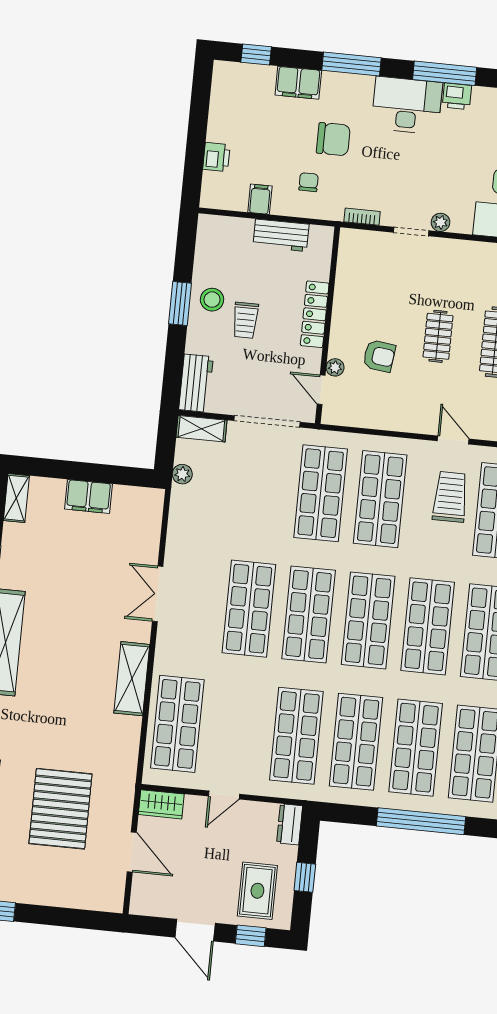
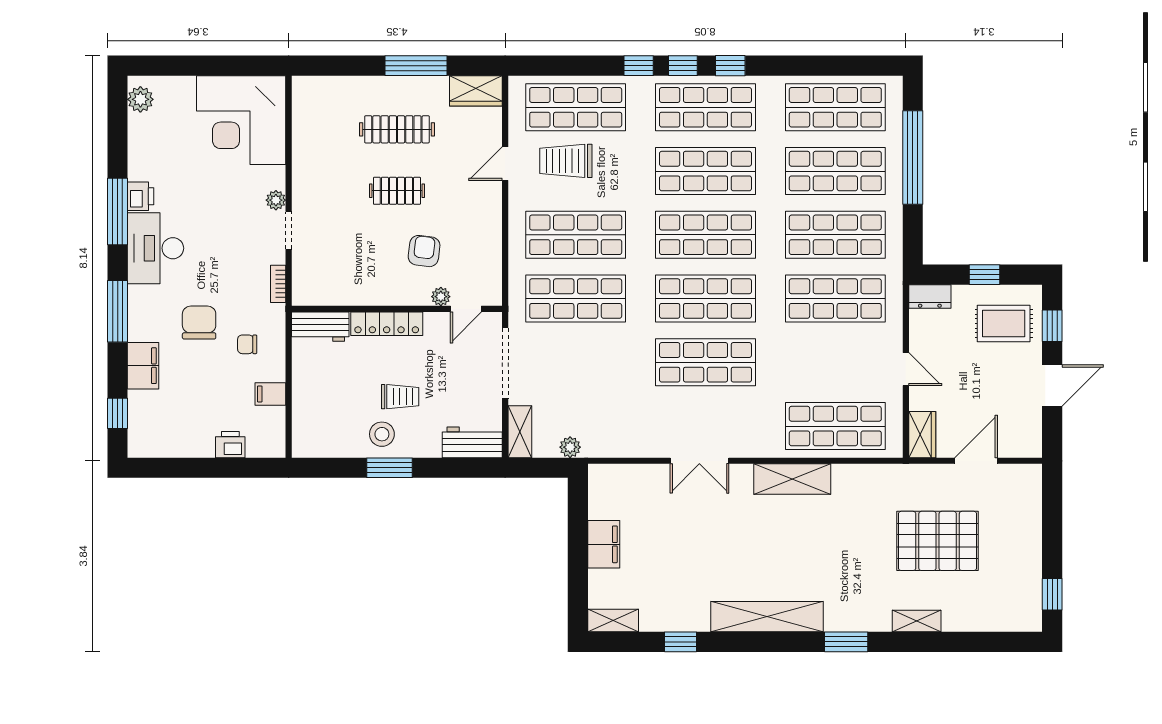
workbench: (281, 235) -> (320, 327), moved, turned 90

